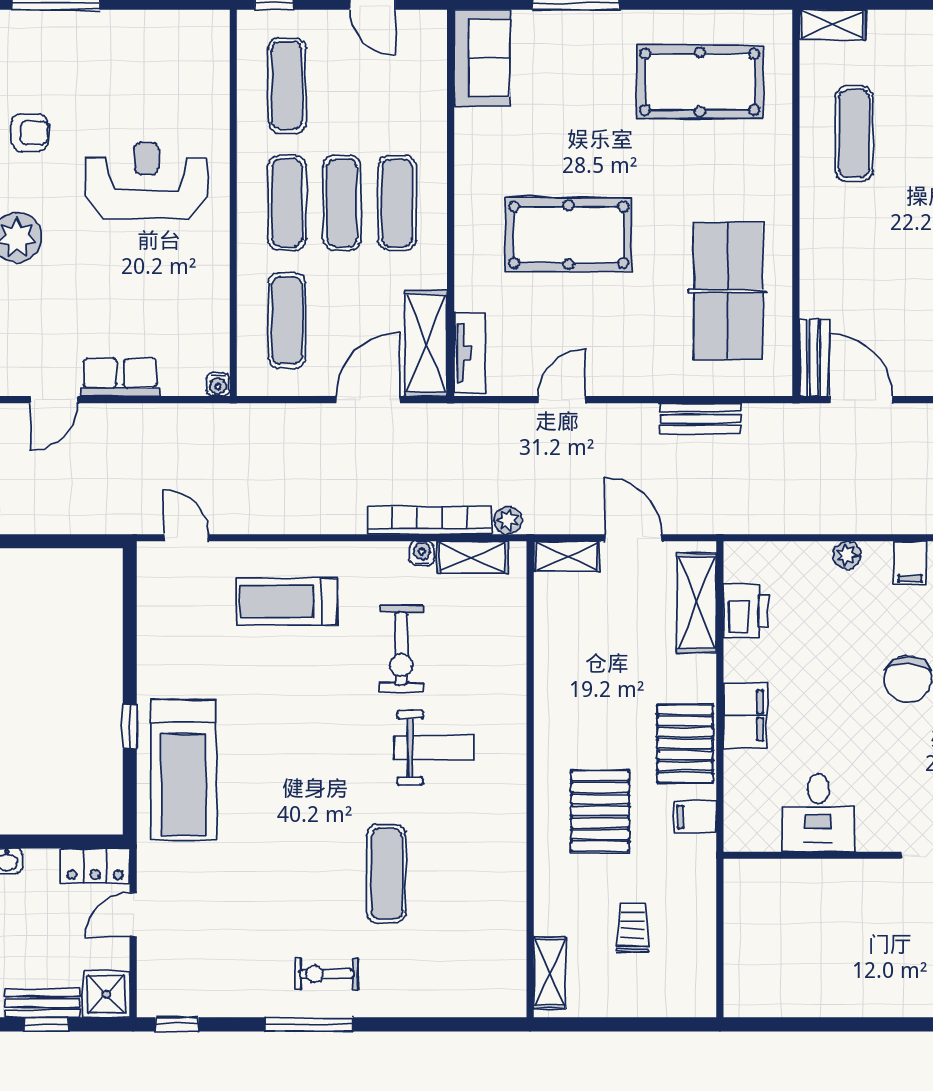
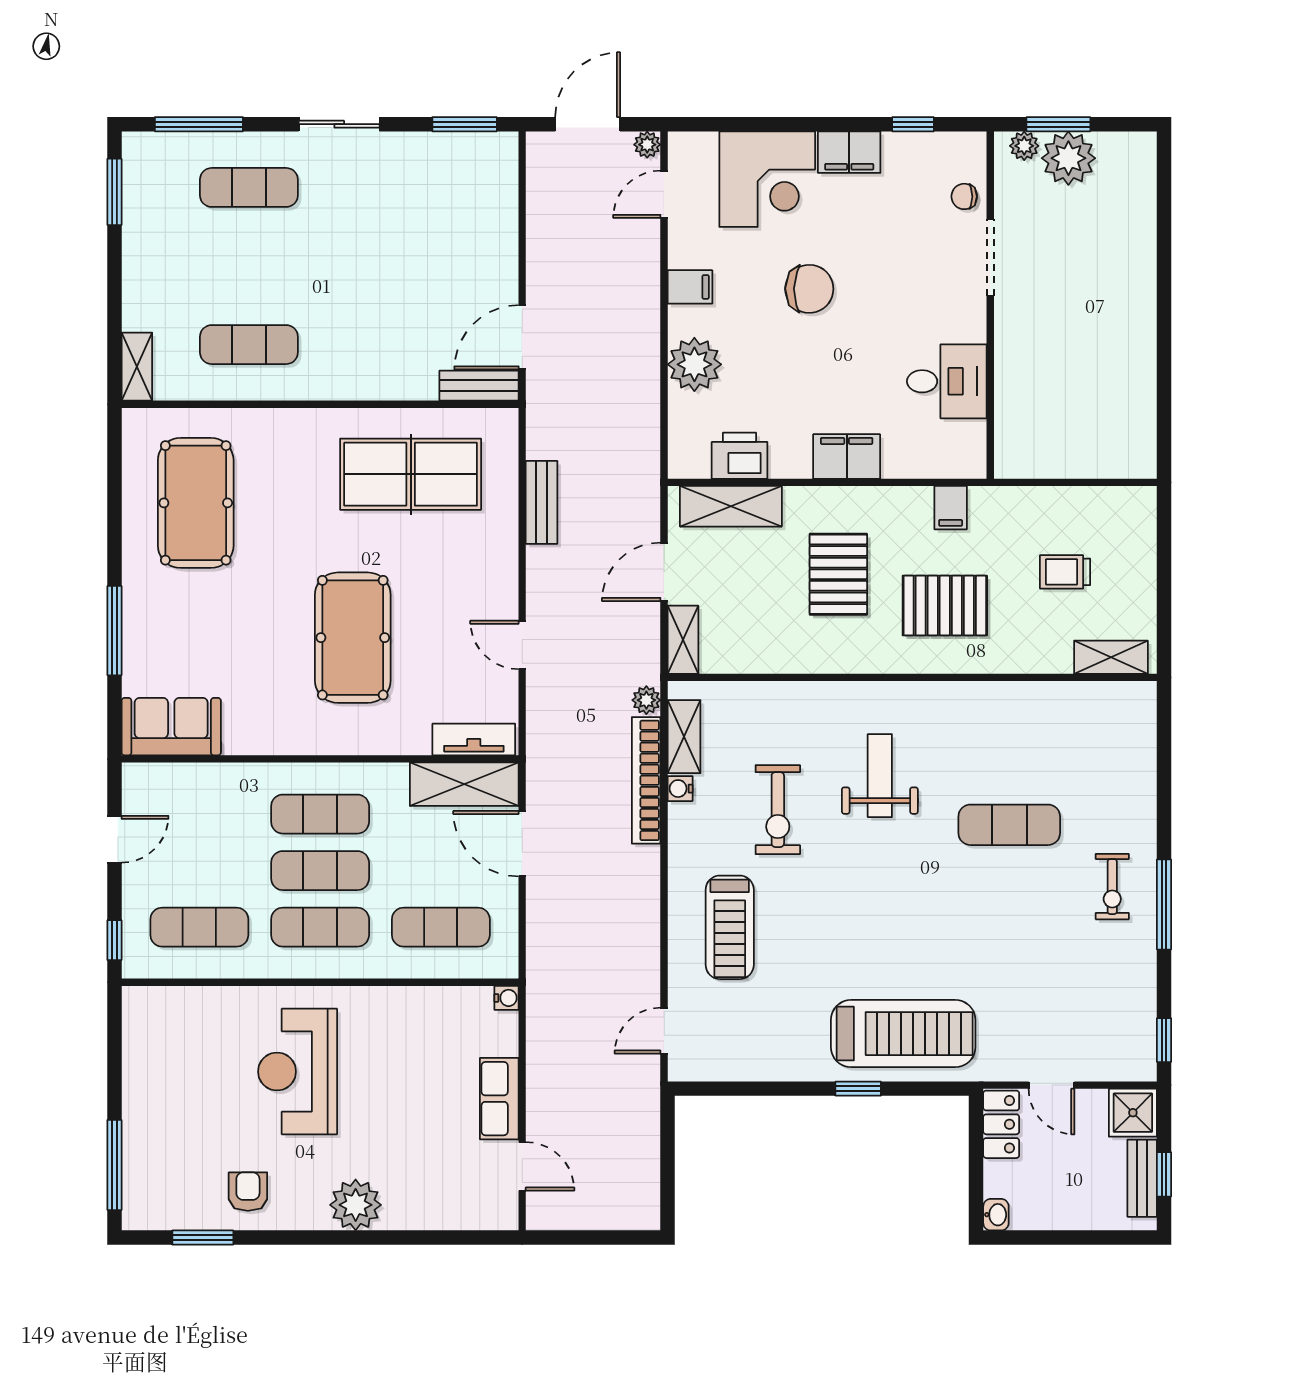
plant: (847, 555) -> (694, 364), width x1.88, depth x1.88
exercise bike: (401, 648) -> (778, 810), turned 90
pallet: (685, 744) -> (838, 574), moved, turned 90

